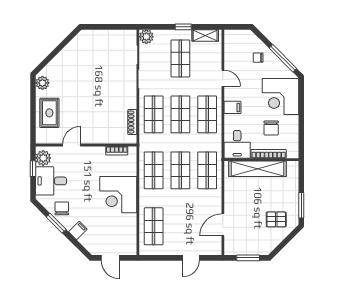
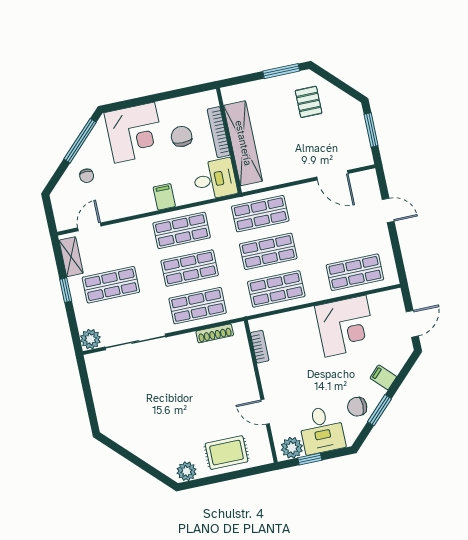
door: (223, 78) -> (89, 227), moved
chair: (271, 128) -> (182, 136), turned -90
corner desk: (118, 195) -> (345, 326), moved

